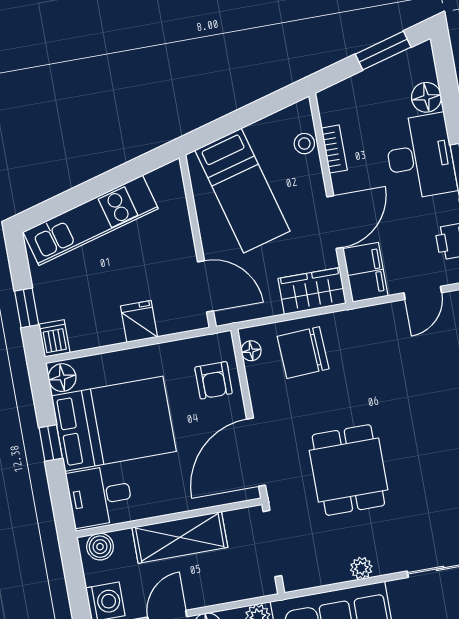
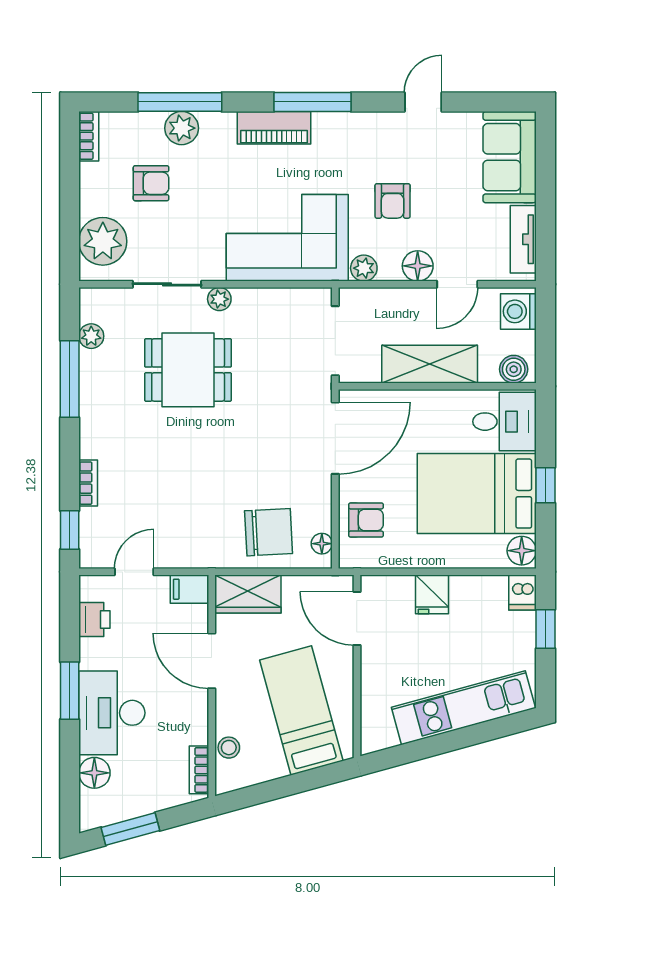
bookcase: (334, 149) -> (199, 770), moved
door: (335, 222) -> (212, 661), hinge flipped
filing cabinet: (365, 272) -> (190, 589), width x0.50
armchair: (214, 380) -> (366, 520), turned 90
dining table: (348, 470) -> (188, 370), moved, turned 90
plant: (361, 568) -> (219, 299), moved

